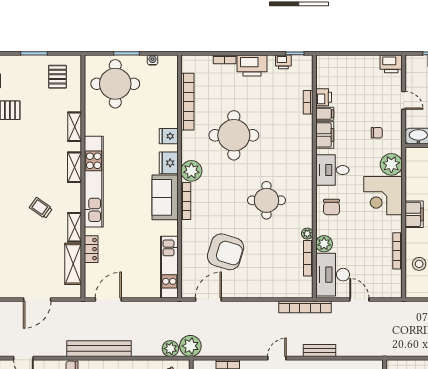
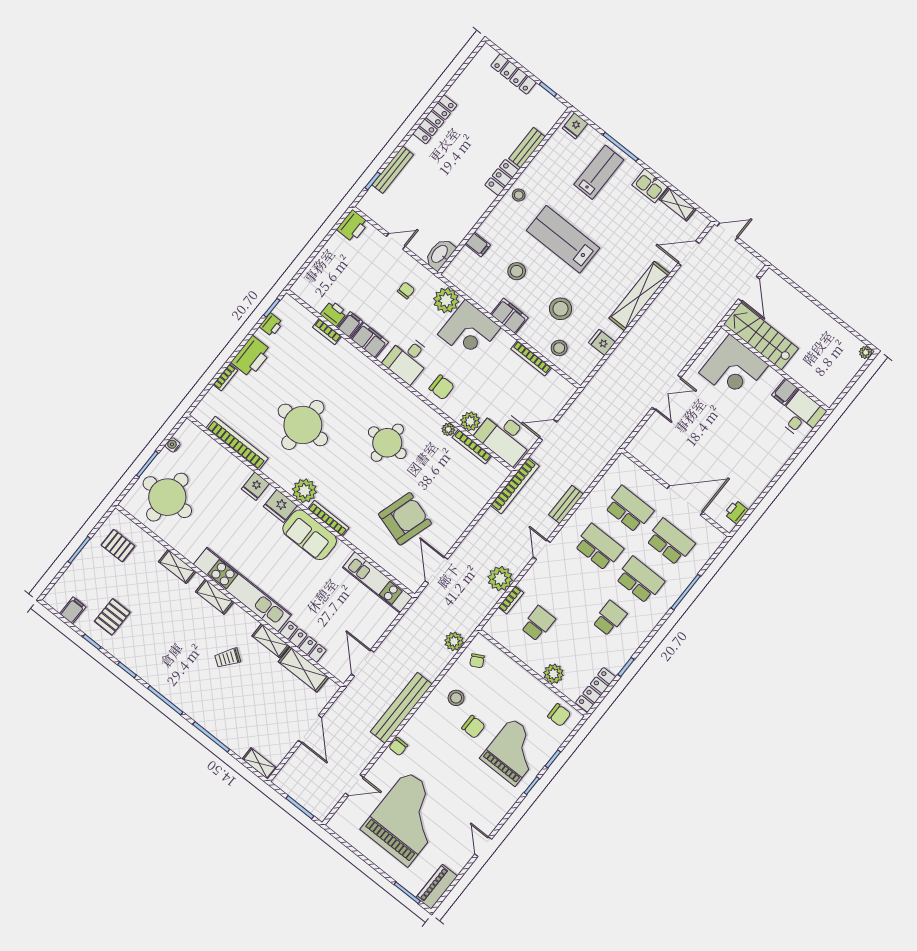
locker: (91, 249) -> (303, 642), width x1.53
plant: (190, 346) -> (500, 579), moved

